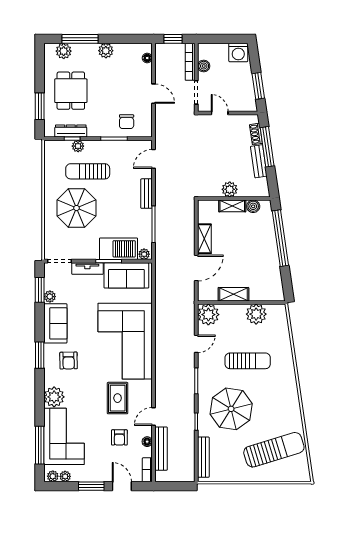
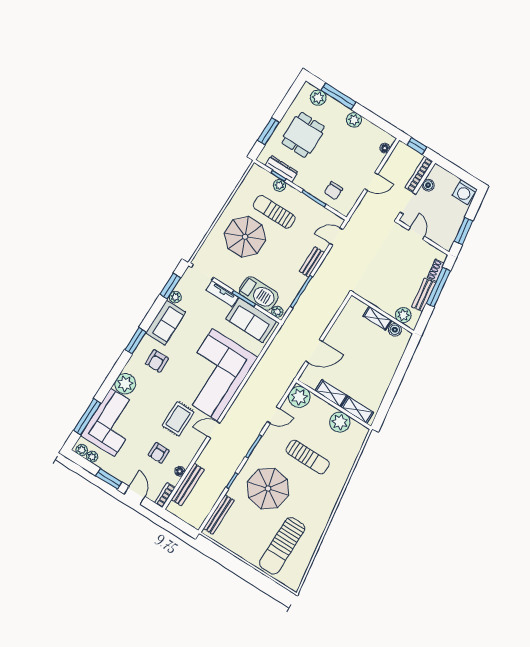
door: (154, 94) -> (371, 182), hinge flipped
plant: (230, 189) -> (403, 315), moved
window: (280, 238) -> (401, 371), removed
shelving: (204, 239) -> (357, 410), moved, turned 90
door: (154, 416) -> (214, 430), moved
sun lounger: (274, 450) -> (282, 546), turned 107

